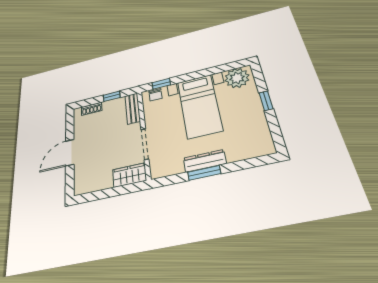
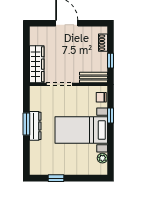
plant: (237, 78) -> (102, 158), width x0.53, depth x0.53
window: (161, 84) -> (110, 116), moved
window: (266, 101) -> (56, 178), moved
wardrobe: (129, 175) -> (37, 64), width x1.50

